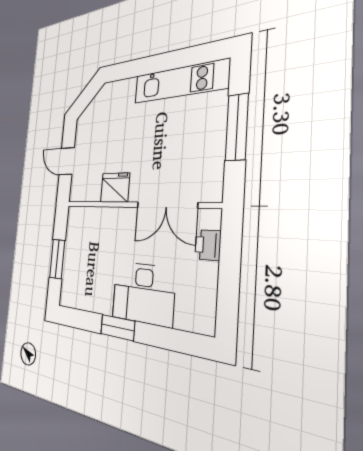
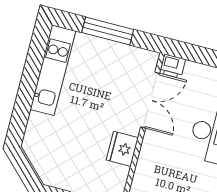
printer: (208, 245) -> (172, 66), moved

